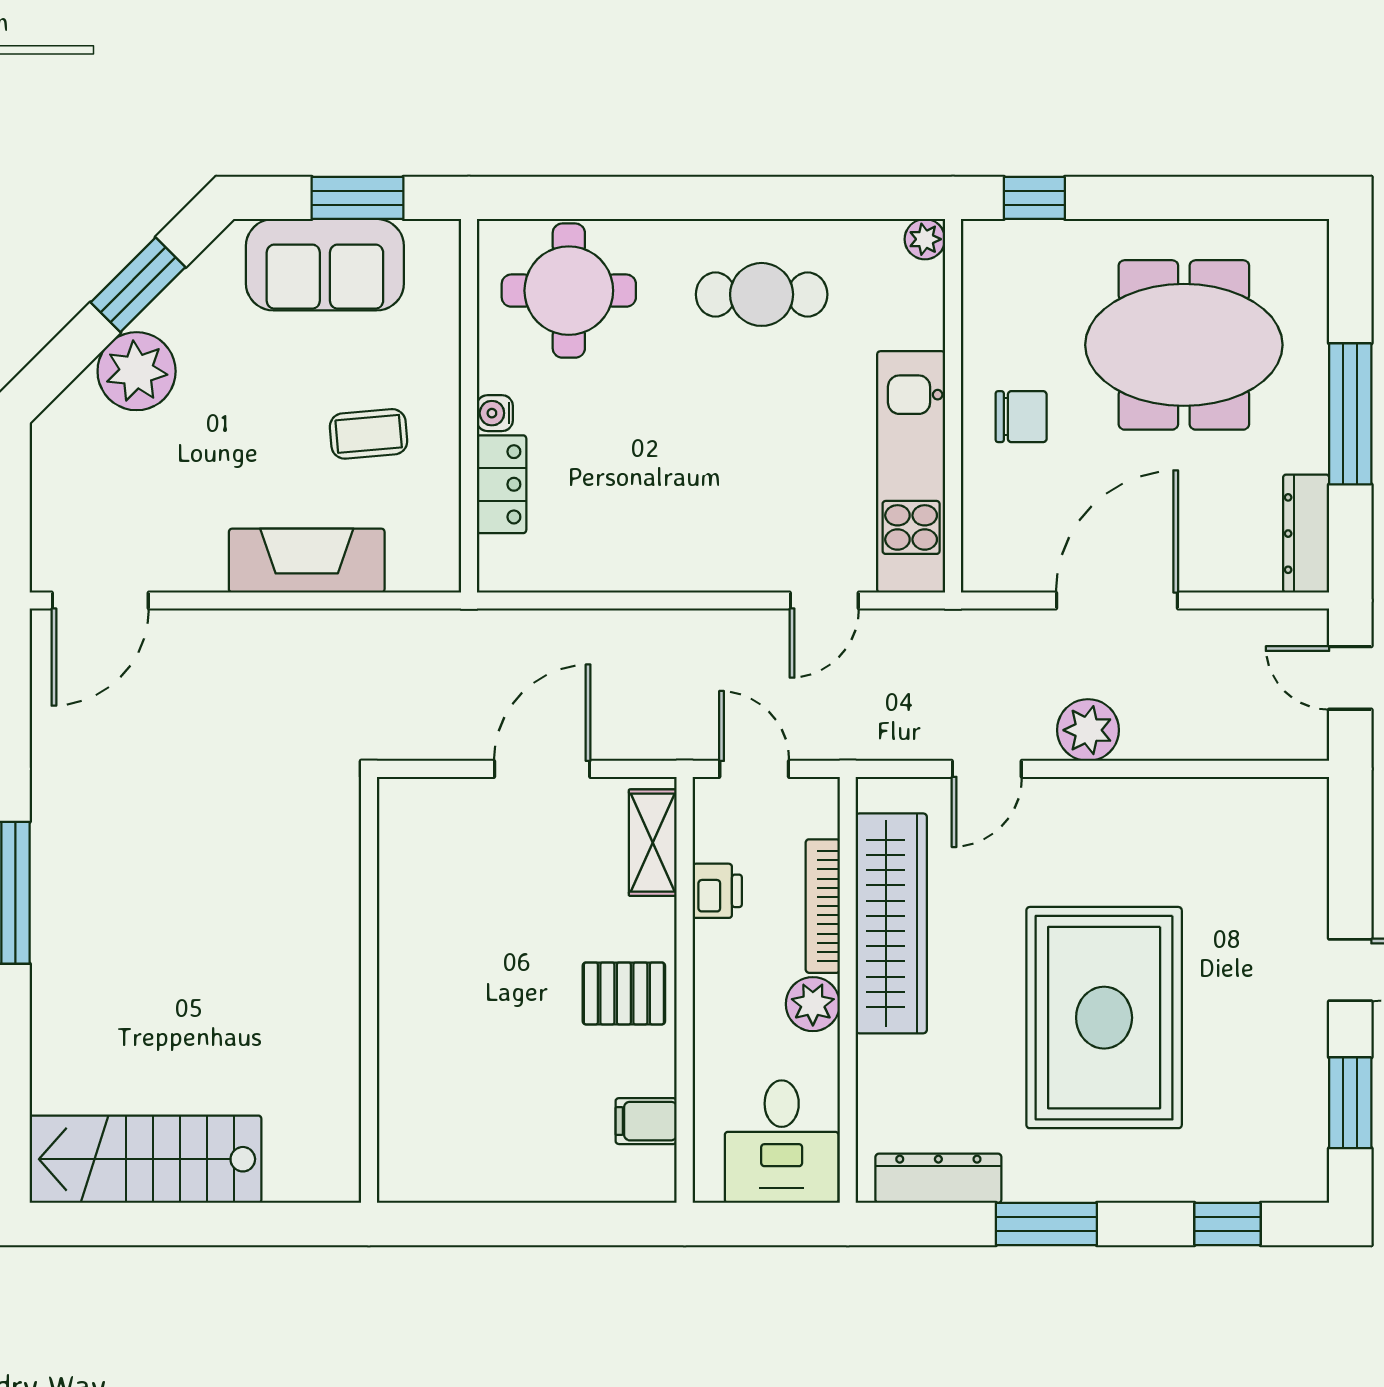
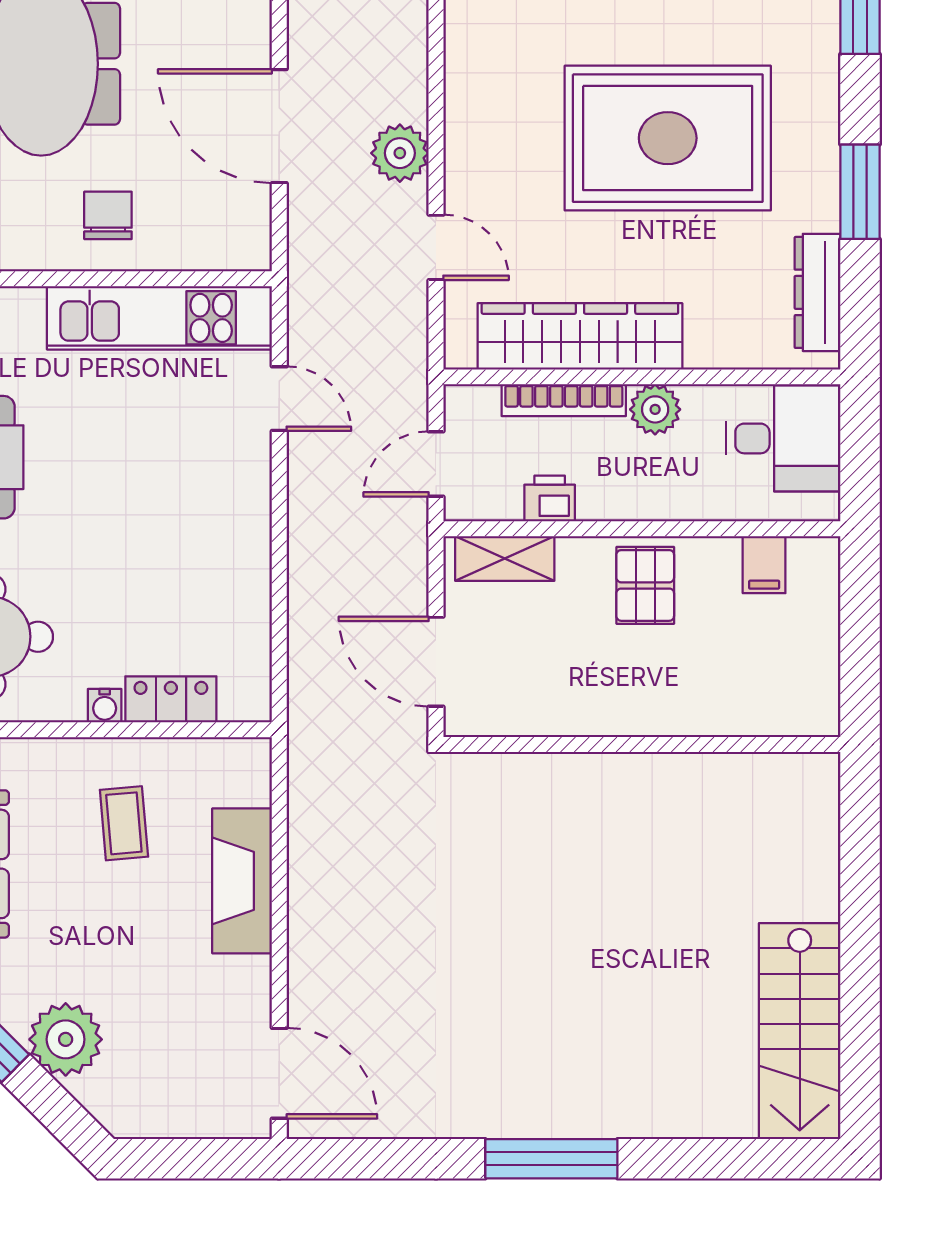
wall: (369, 990) -> (642, 744), moved

